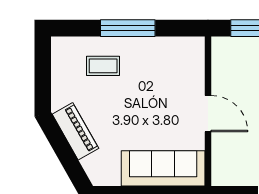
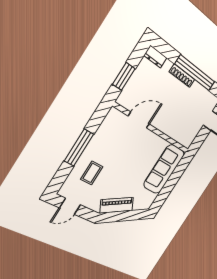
door: (43, 65) -> (70, 206), added
door: (208, 114) -> (139, 120), moved

